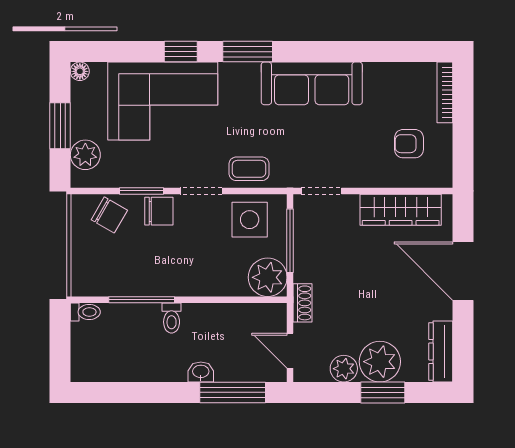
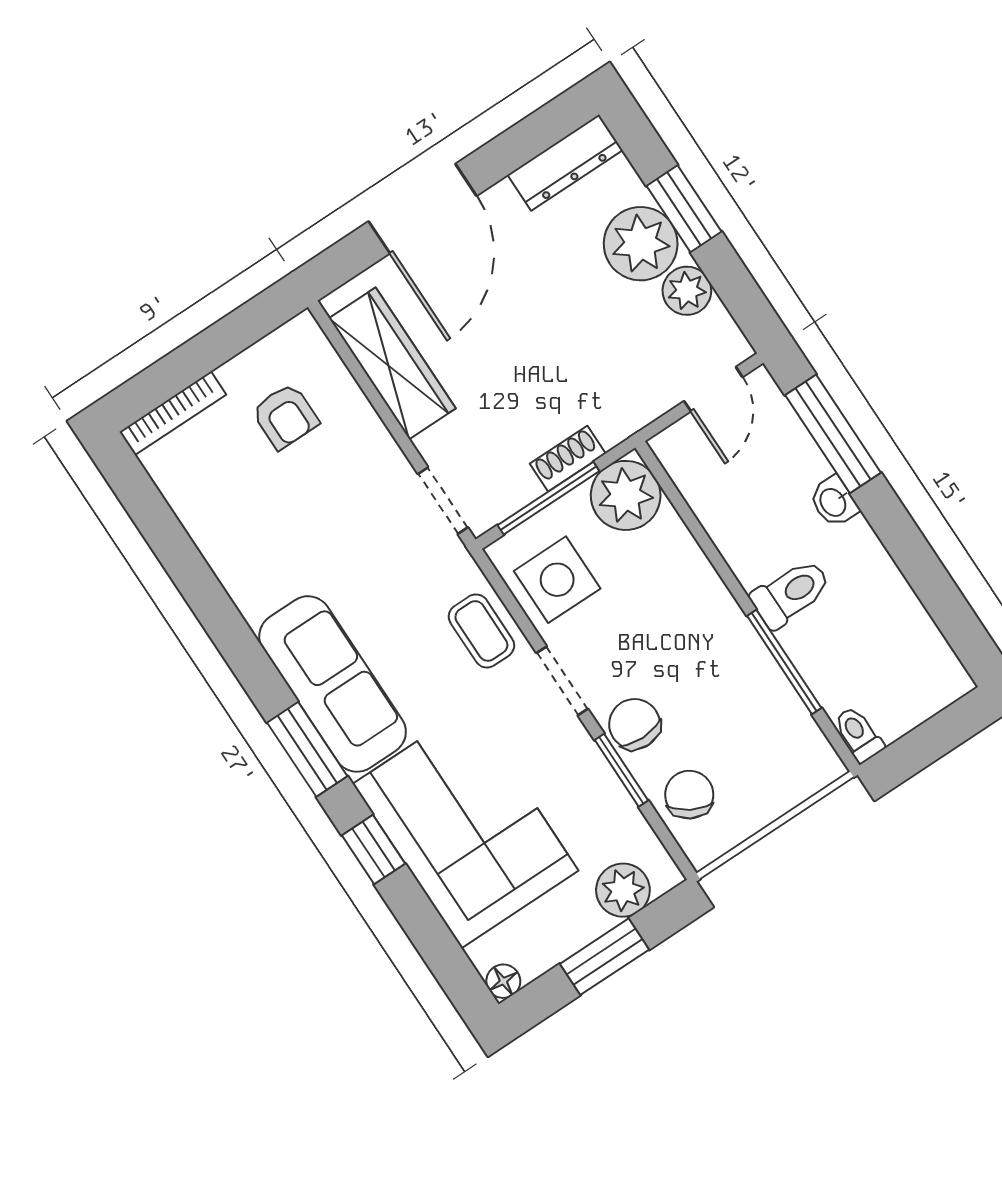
sofa: (312, 83) -> (333, 684), moved
shoe rack: (303, 303) -> (568, 459), moved
toilet: (172, 318) -> (791, 593), width x1.37, depth x1.39

